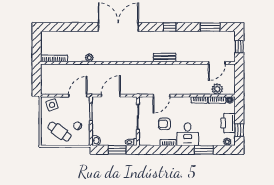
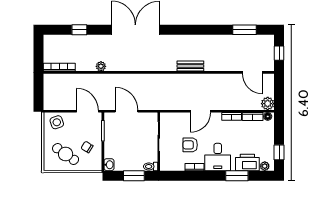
window: (170, 27) -> (79, 30), moved
door: (217, 63) -> (252, 72), hinge flipped
plant: (217, 89) -> (268, 104), moved
door: (78, 96) -> (87, 111), hinge flipped
door: (111, 96) -> (126, 111), hinge flipped
door: (161, 96) -> (200, 111), moved
printer: (228, 123) -> (247, 162), moved, turned 90

